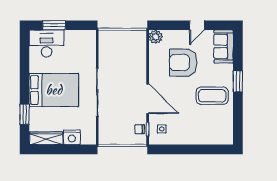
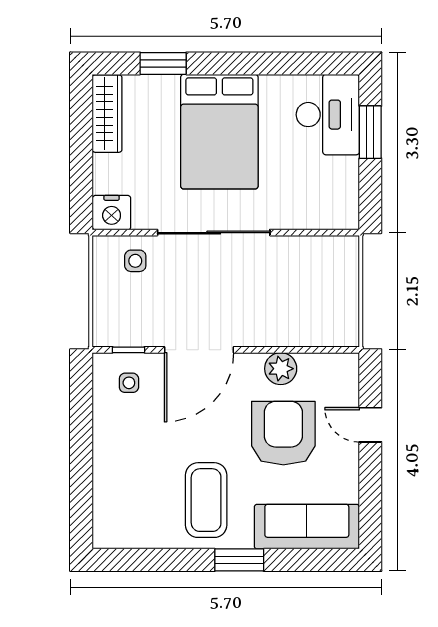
door: (197, 25) -> (370, 425), moved
plant: (156, 37) -> (281, 369), moved
sofa: (224, 46) -> (307, 527), width x1.36
side table: (109, 126) -> (135, 261), added
chair: (140, 129) -> (128, 331), removed
nightstand: (72, 137) -> (112, 213), moved, turned -90

